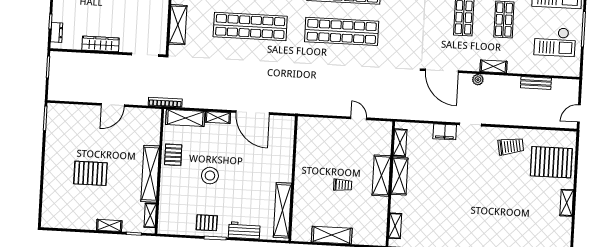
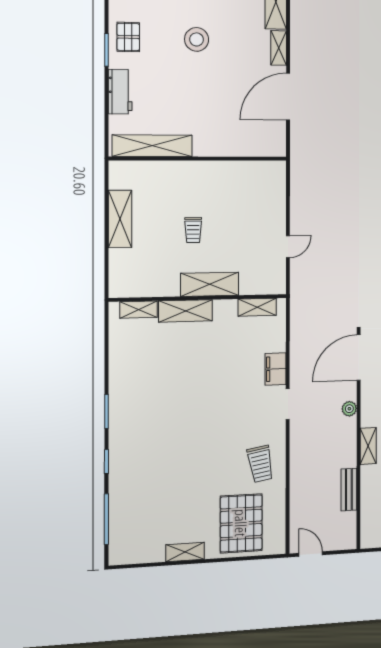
shelving: (494, 66) -> (368, 446), moved
shelving: (400, 176) -> (185, 311), moved

